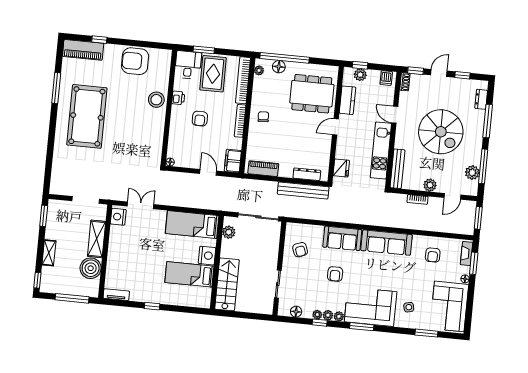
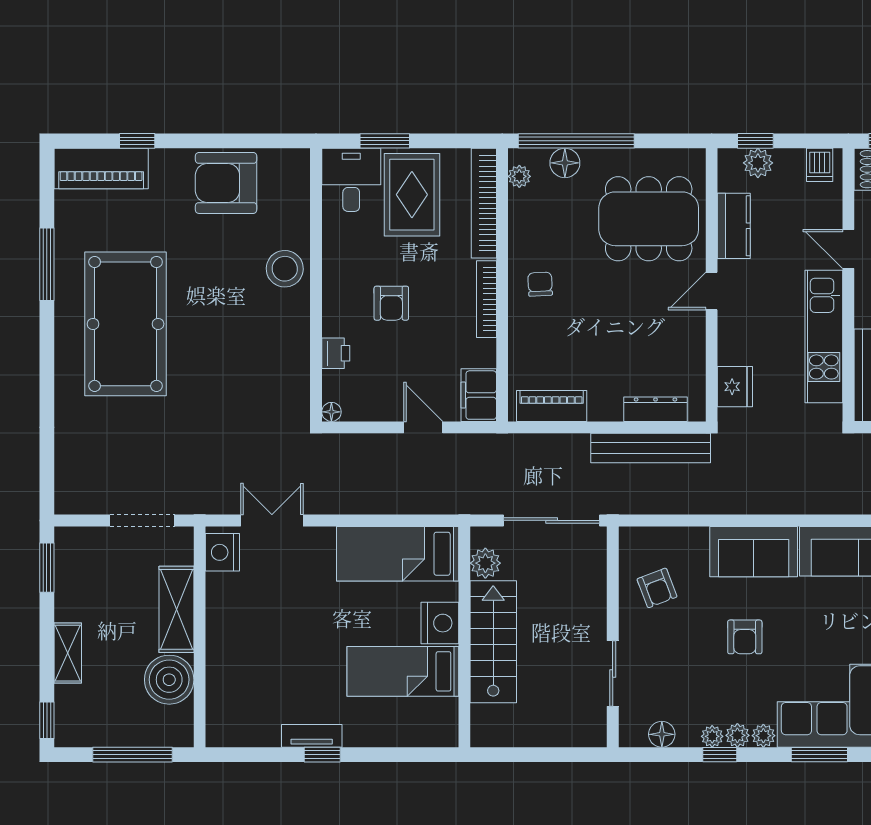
printer: (178, 98) -> (336, 353), moved
stairs: (227, 284) -> (493, 642), moved
tv unit: (116, 295) -> (312, 736), moved

